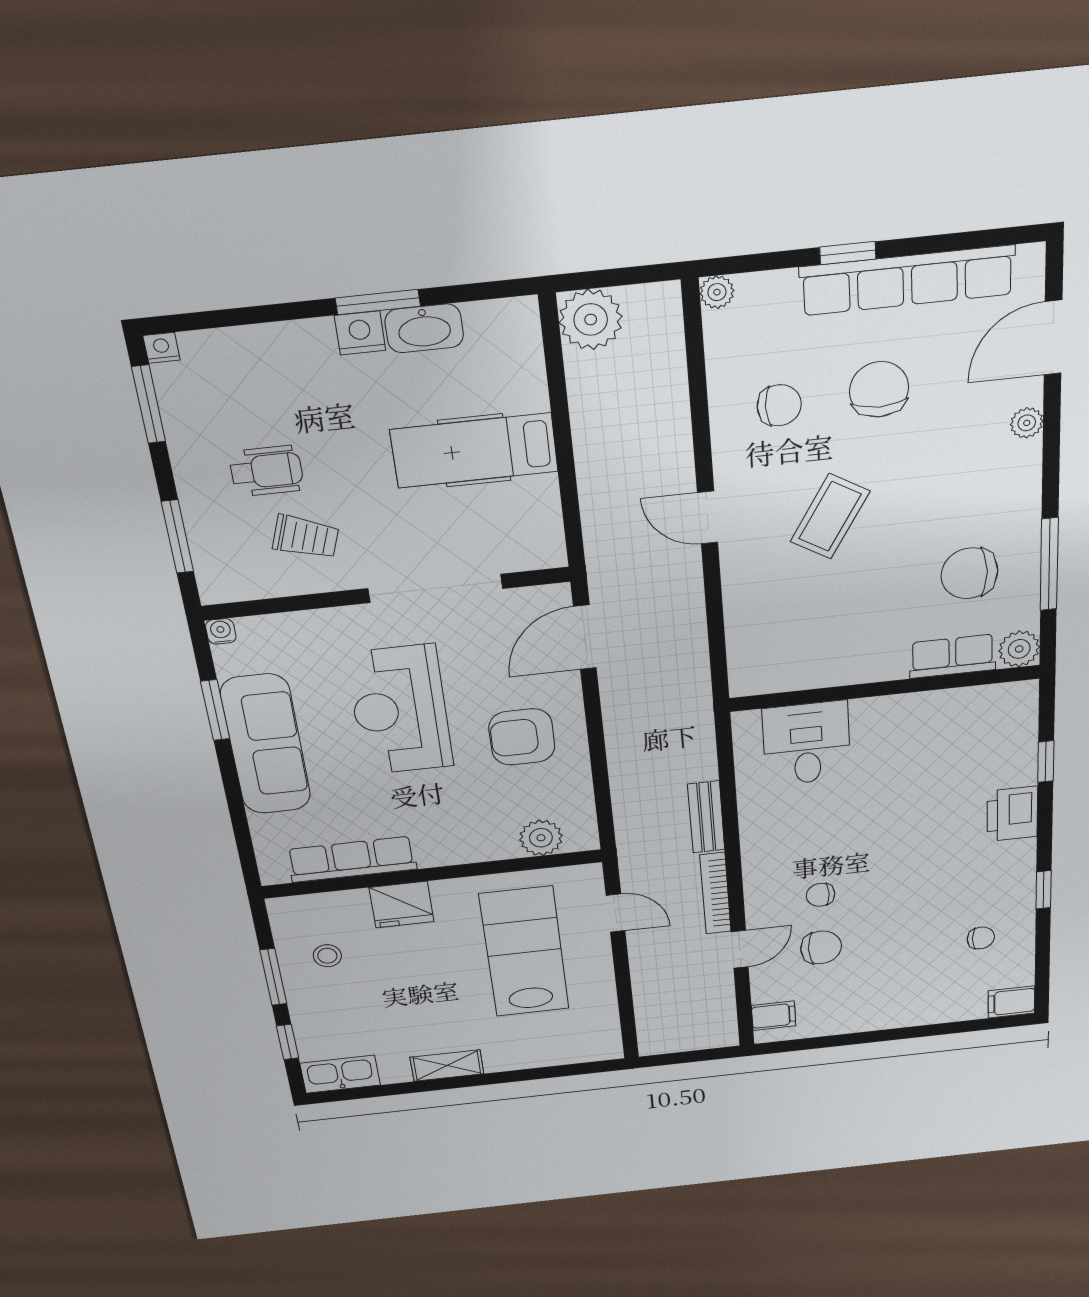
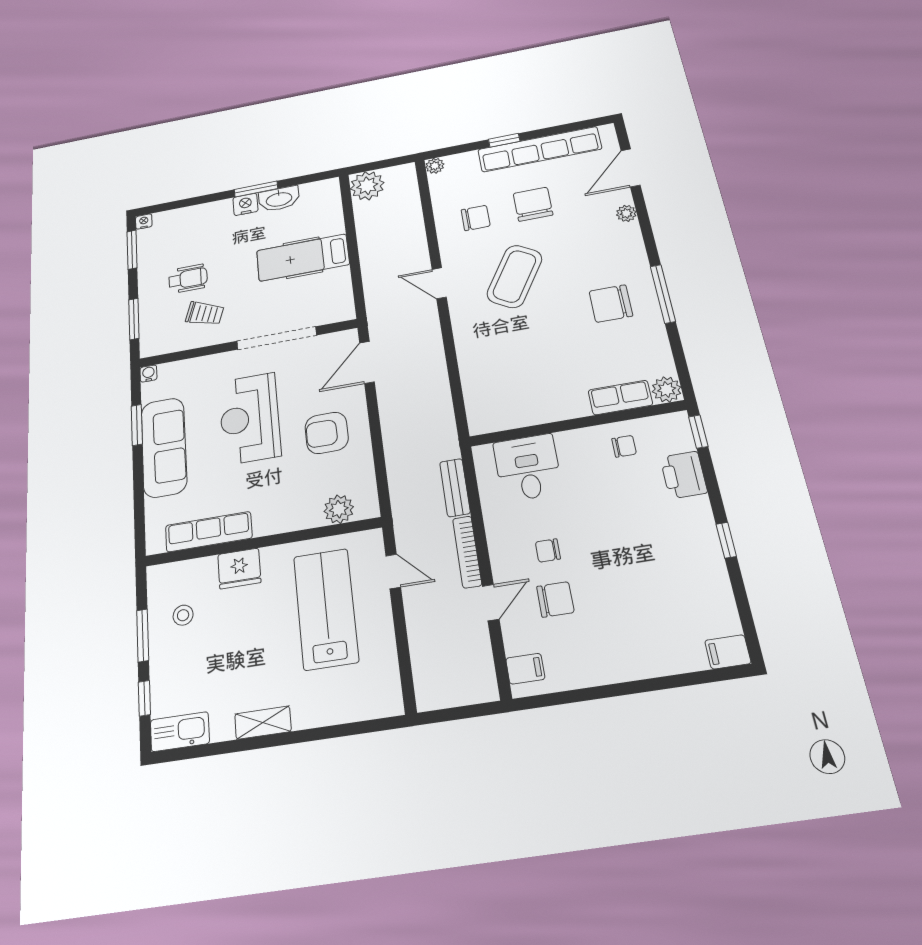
coffee table: (830, 516) -> (514, 276), width x1.36, depth x1.32
plant: (1019, 649) -> (667, 389), moved
row of seats: (952, 656) -> (620, 398), moved
wall: (885, 688) -> (577, 423), moved
desk: (807, 743) -> (528, 468), moved
chair: (981, 938) -> (624, 446), moved

